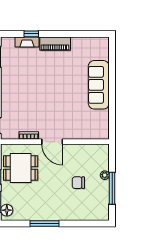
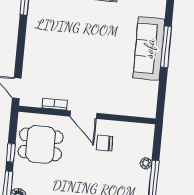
window: (112, 82) -> (166, 47), added
chair: (78, 183) -> (105, 143), moved

